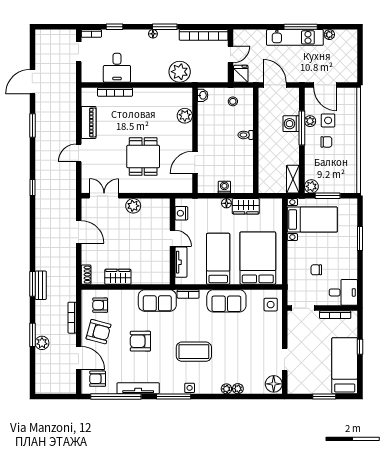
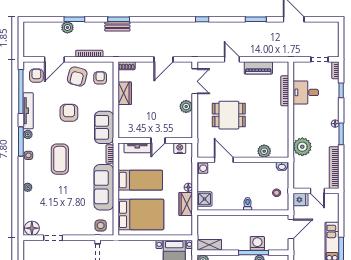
shower: (240, 185) -> (204, 199), added
washing machine: (224, 187) -> (202, 168), moved
sofa: (226, 301) -> (104, 187), width x1.36
plant: (238, 389) -> (28, 134), moved

